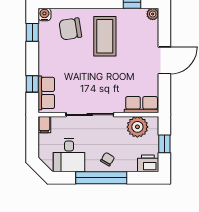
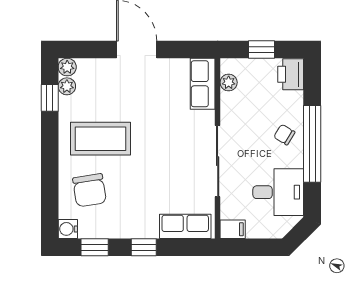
plant: (140, 14) -> (67, 86), added
window: (32, 84) -> (144, 247), moved
plant: (137, 127) -> (229, 82), width x0.53, depth x0.53

